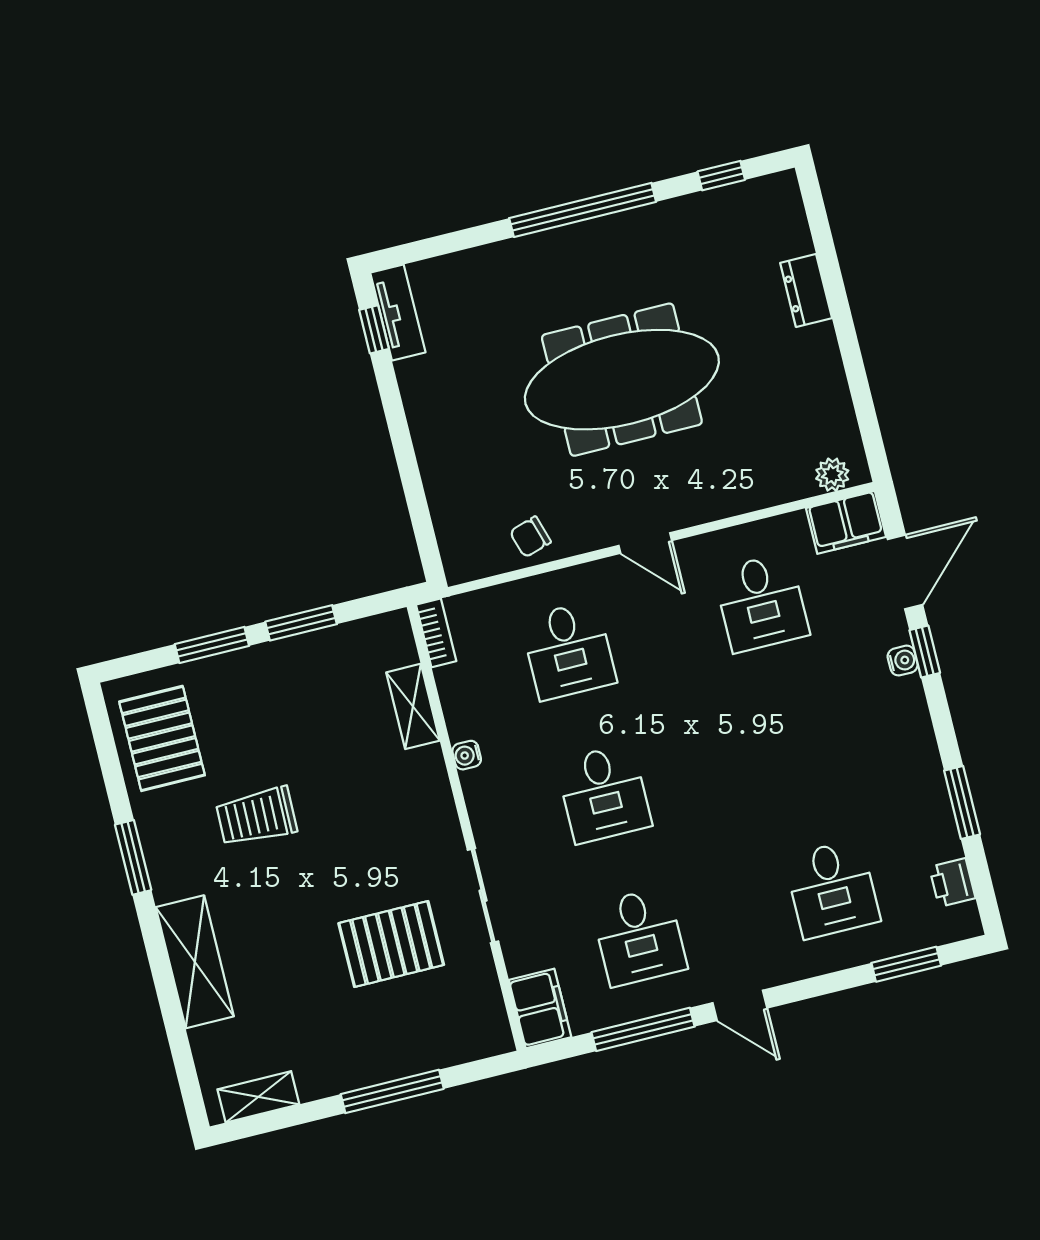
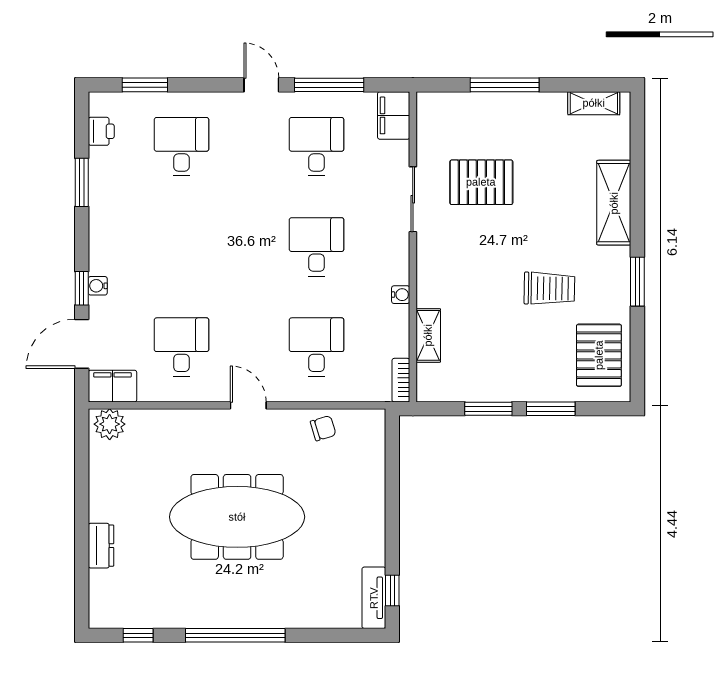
plant: (832, 475) -> (110, 424), width x1.38, depth x1.38

